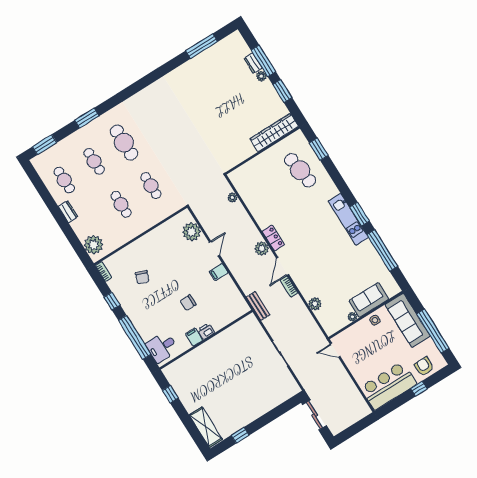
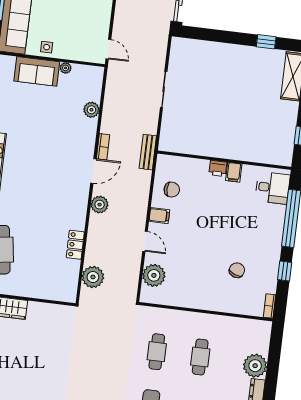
plant: (232, 198) -> (93, 277), width x1.87, depth x1.87
locker: (273, 238) -> (75, 245), moved
plant: (94, 245) -> (255, 366), moved
door: (214, 249) -> (145, 241), swing flipped
chair: (188, 303) -> (172, 190), moved

